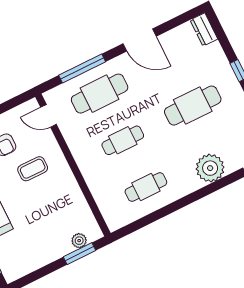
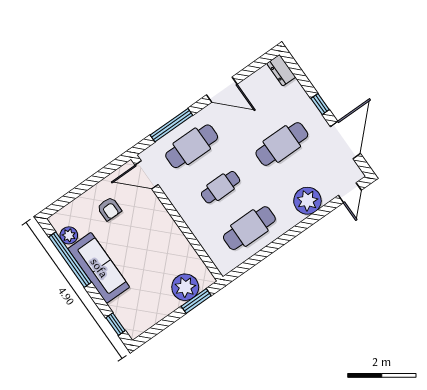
door: (48, 116) -> (147, 175), width x1.37
coffee table: (33, 169) -> (139, 227), removed
cafe table: (146, 187) -> (249, 228), width x1.37, depth x1.35
plant: (79, 241) -> (185, 287), width x1.88, depth x1.88

